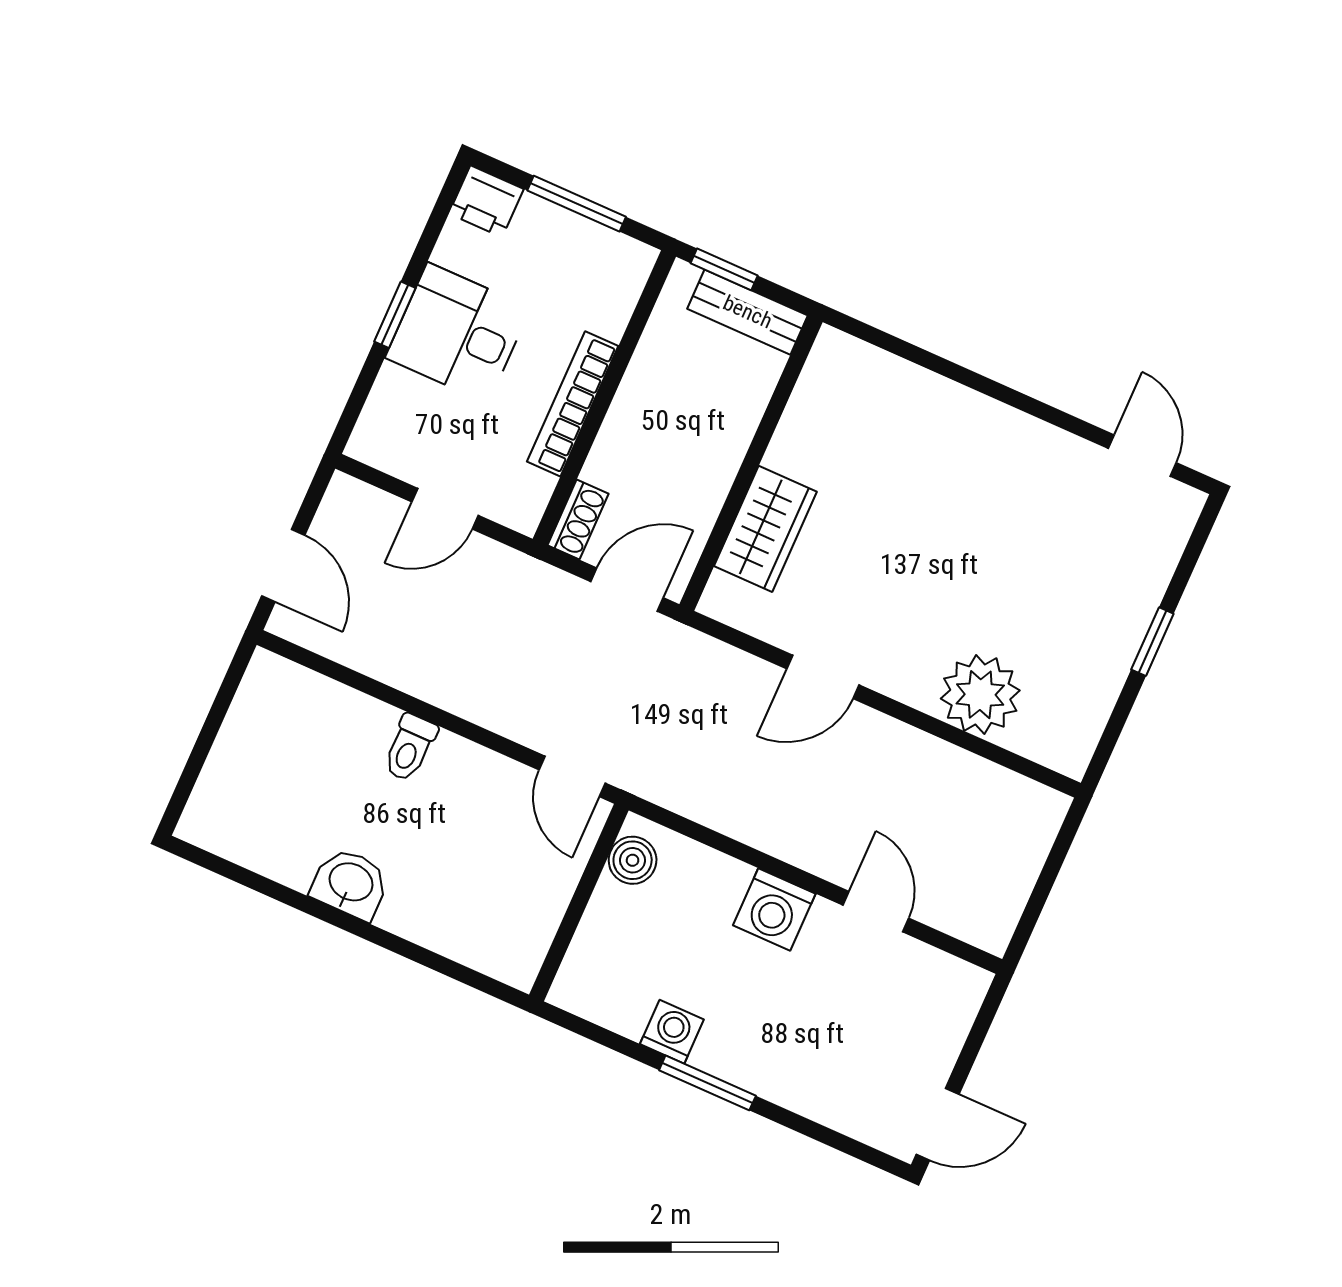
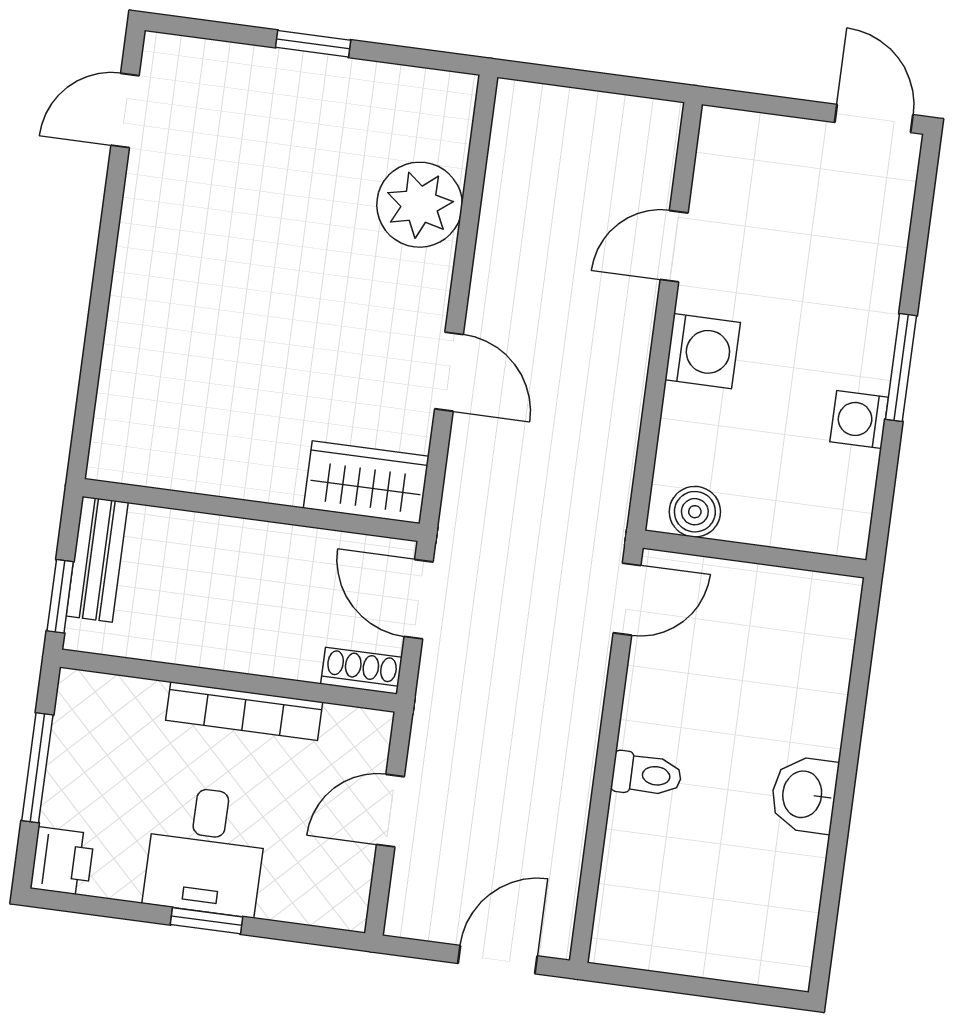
door: (445, 509) -> (390, 811), swing flipped
wardrobe: (765, 529) -> (366, 482), moved

